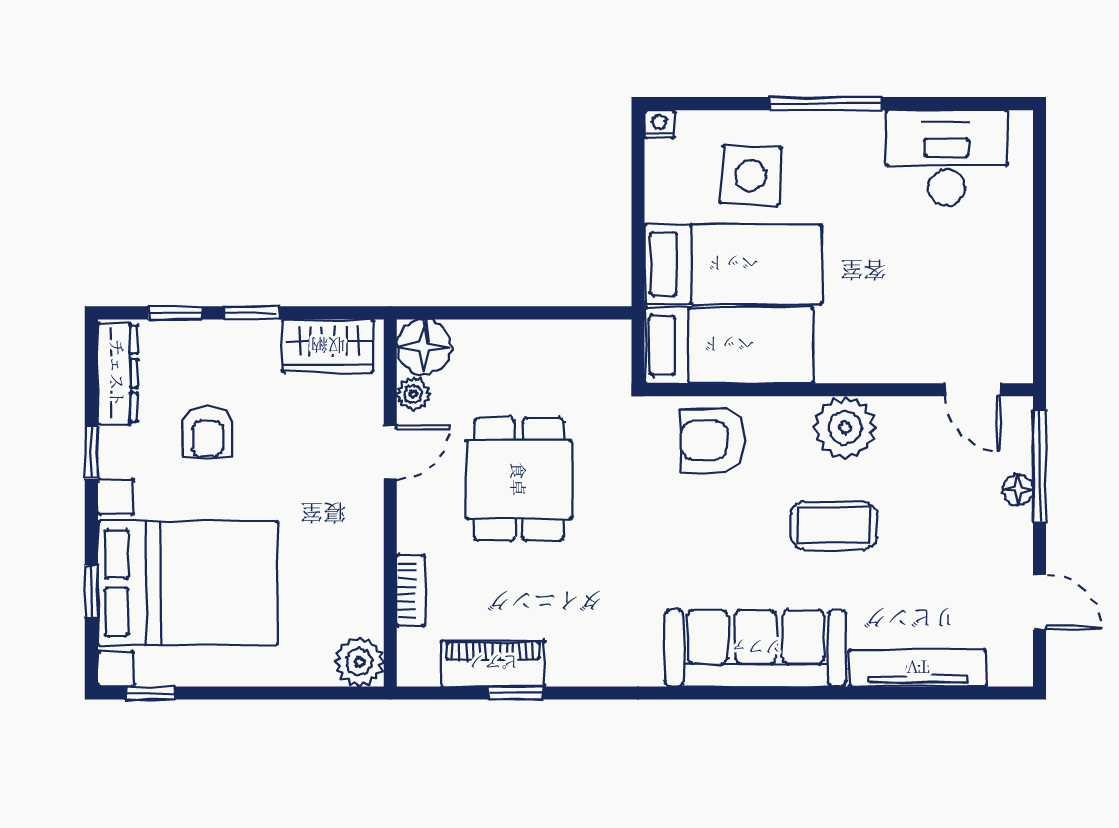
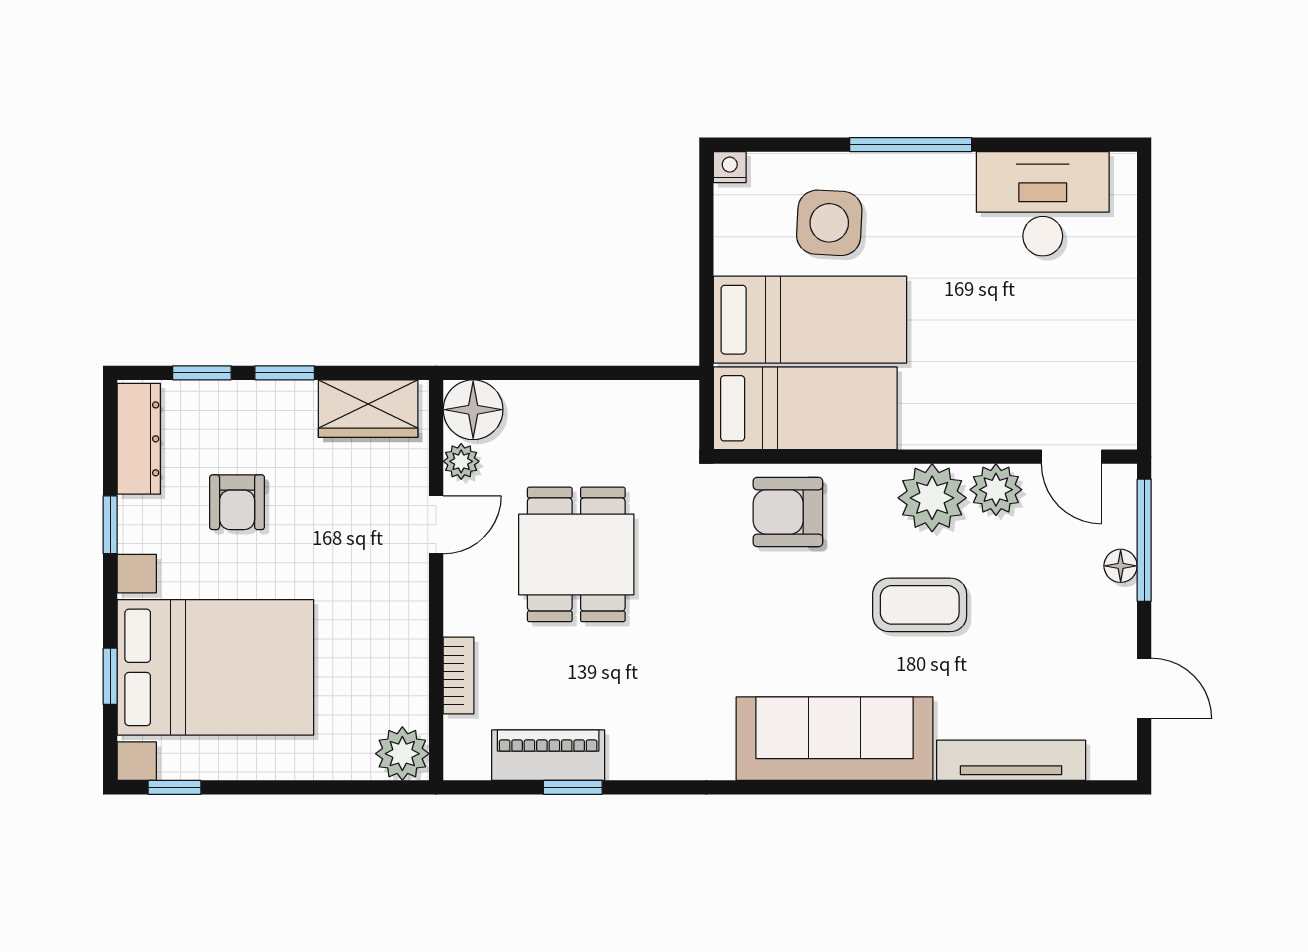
plant: (904, 420) -> (996, 490), added

